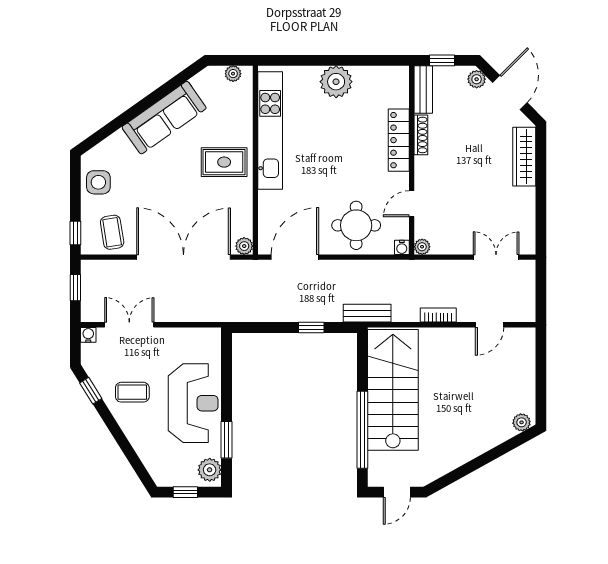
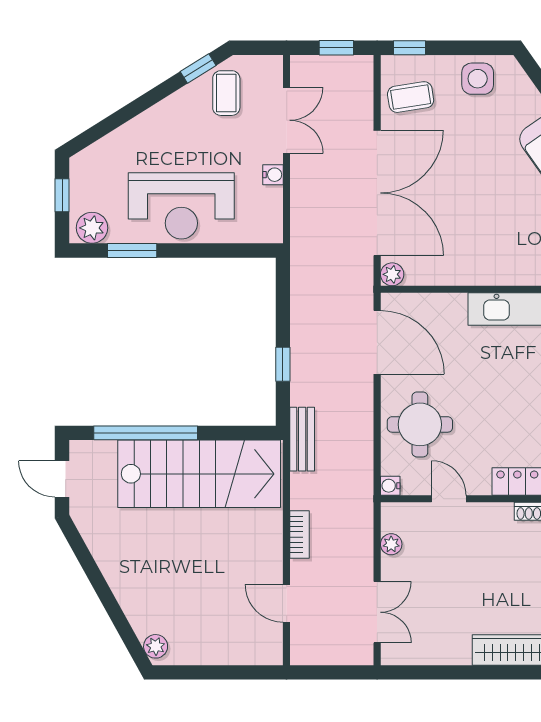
rug: (224, 162) -> (505, 247), removed
plant: (422, 247) -> (391, 544), moved
water cooler: (88, 335) -> (273, 175), moved
coffee table: (132, 392) -> (226, 93), moved

